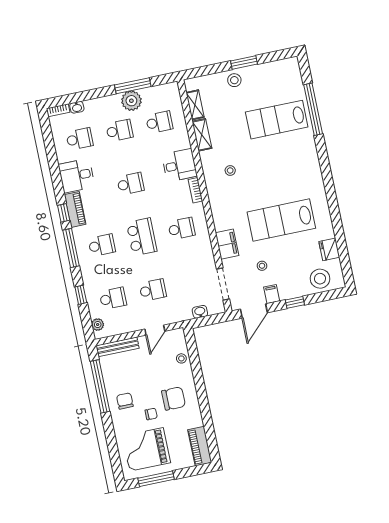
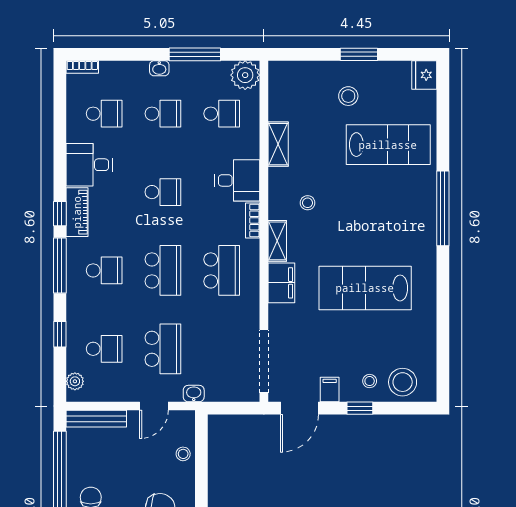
stool: (234, 80) -> (348, 96), moved
plant: (131, 101) -> (245, 75), moved
shelving: (195, 105) -> (277, 241), moved
washbasin: (77, 107) -> (159, 68), moved
window: (313, 109) -> (443, 208), moved
lab bench: (277, 120) -> (388, 145), turned 180
school desk: (182, 229) -> (222, 270), width x1.85
filing cabinet: (227, 244) -> (281, 283), moved
fridge: (329, 249) -> (424, 75), moved
stool: (262, 266) -> (370, 381), moved
doorway: (223, 284) -> (264, 361), width x1.36
school desk: (153, 290) -> (163, 349), width x1.85
washbasin: (200, 312) -> (194, 394), moved

